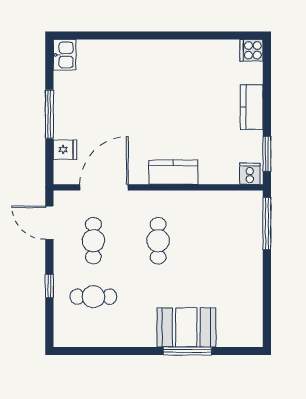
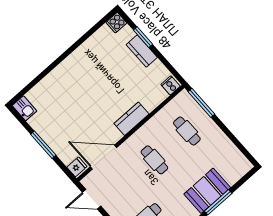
fridge: (65, 150) -> (77, 167), moved
window: (267, 154) -> (143, 37), moved
door: (104, 187) -> (103, 157), hinge flipped
cafe table: (93, 241) -> (187, 131), moved

